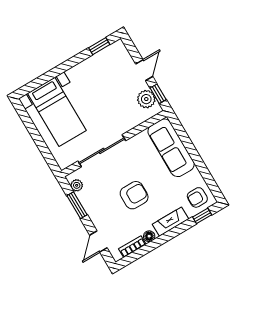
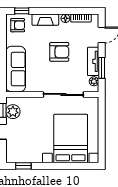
bed with nightstands: (57, 112) -> (71, 138), width x1.36
armchair: (134, 195) -> (59, 52), turned 180
tv unit: (91, 207) -> (93, 61), added

